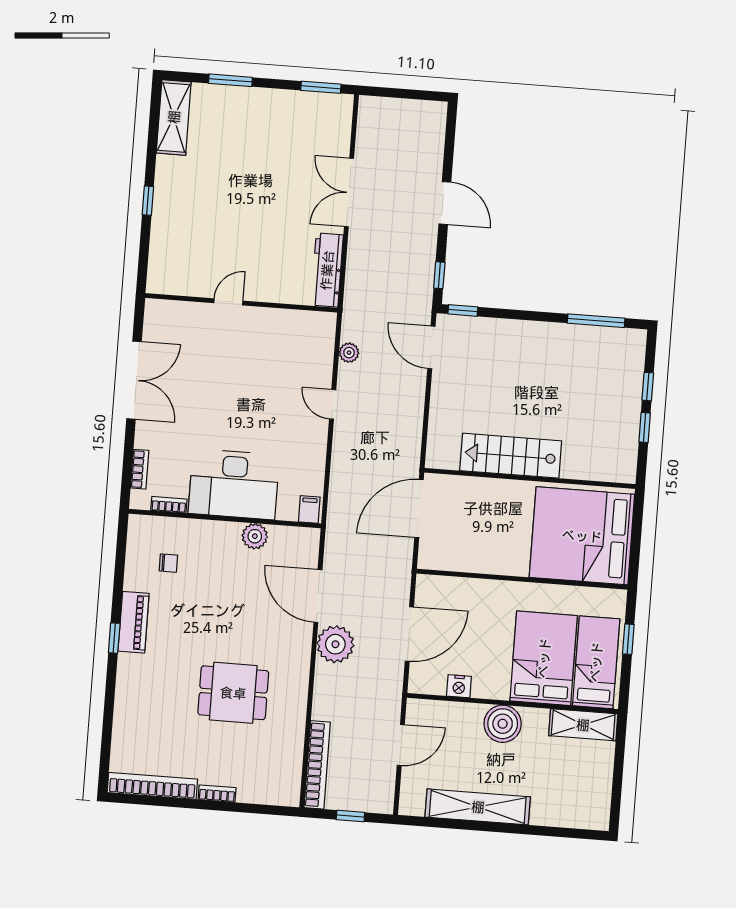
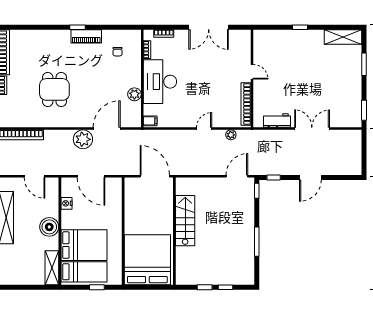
workbench: (327, 270) -> (277, 120), width x0.73
bookcase: (291, 319) -> (246, 104), added
window: (596, 321) -> (257, 242), moved

